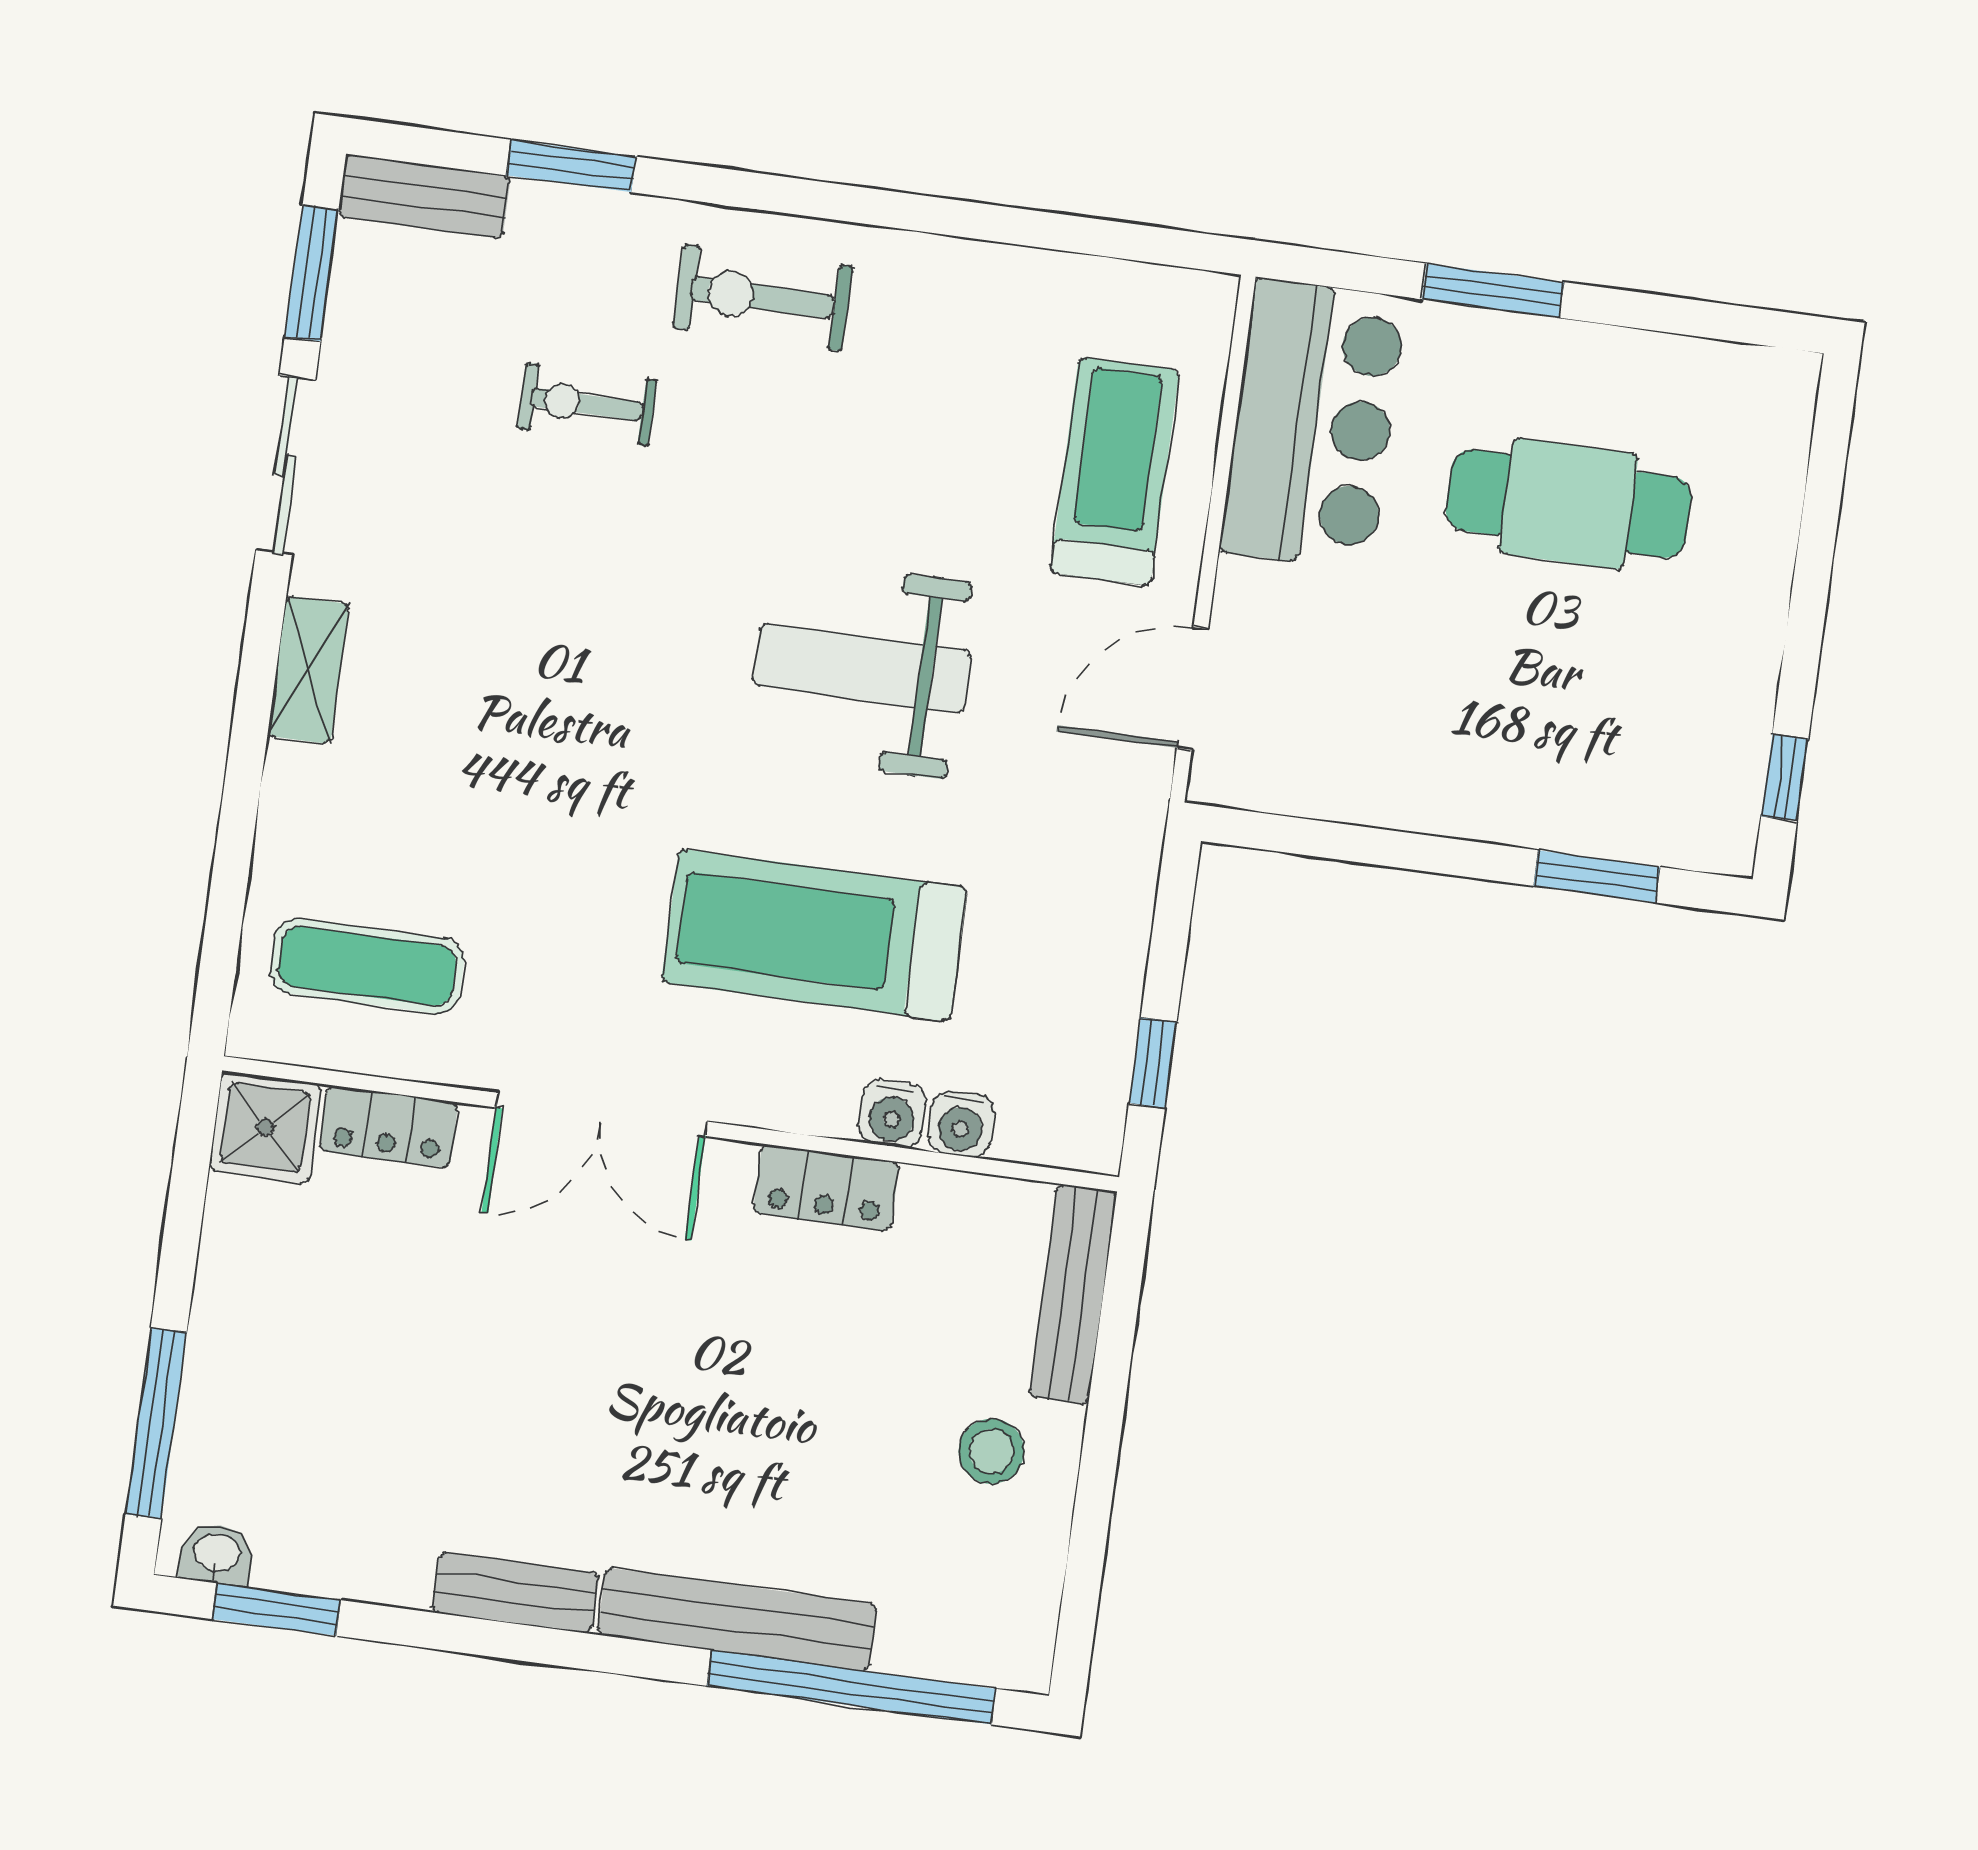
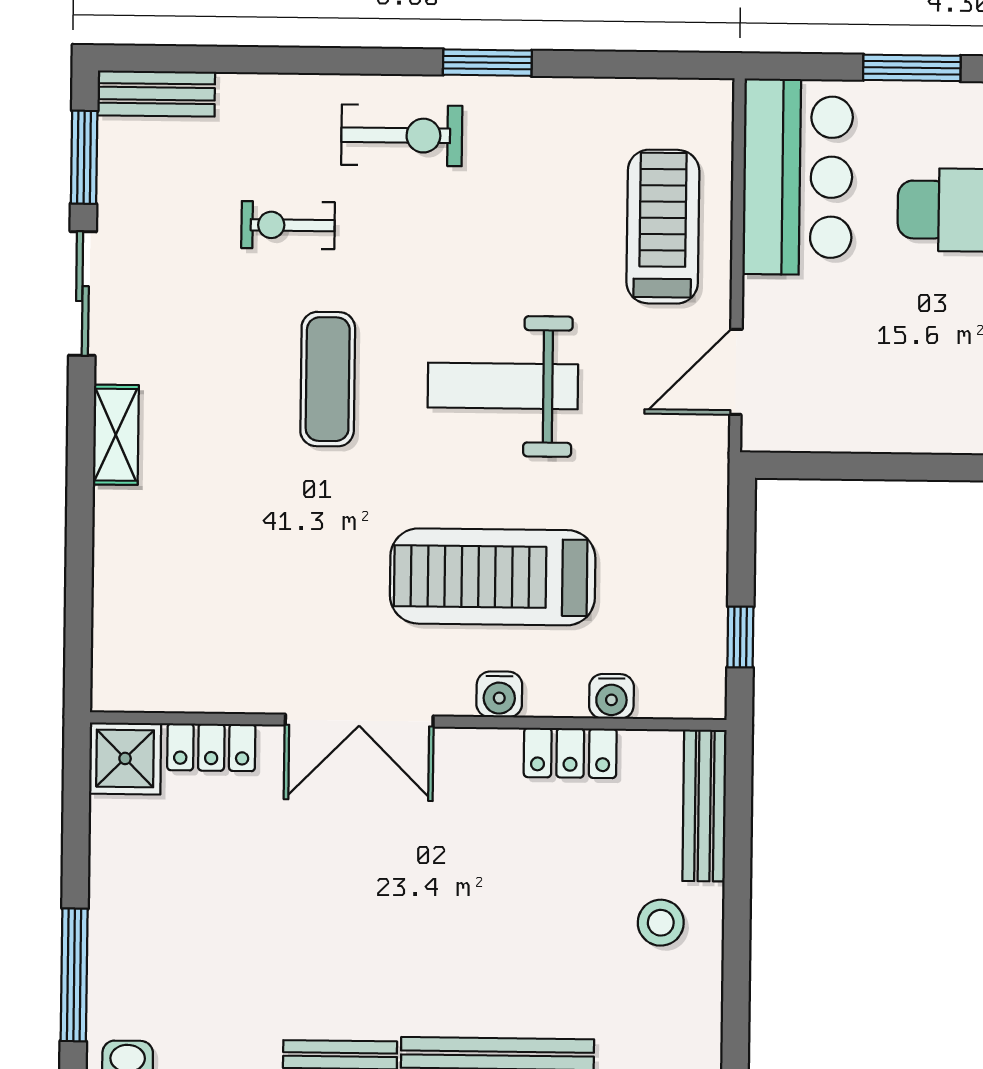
window: (571, 166) -> (487, 63), moved
exercise bike: (763, 298) -> (402, 135), turned 180
exercise mat: (367, 966) -> (328, 379), moved, turned 90
water cooler: (892, 1114) -> (499, 694), moved
locker: (826, 1187) -> (570, 753), moved

